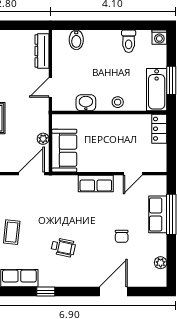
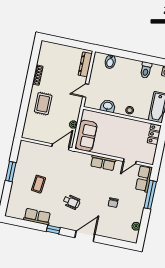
row of seats: (158, 214) -> (144, 179), moved
door: (113, 292) -> (85, 236), moved

